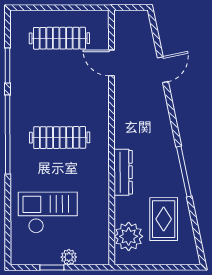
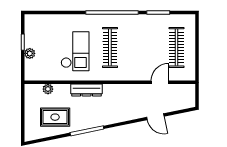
checkout: (48, 213) -> (75, 51), moved
plant: (129, 236) -> (48, 89), width x0.53, depth x0.53

